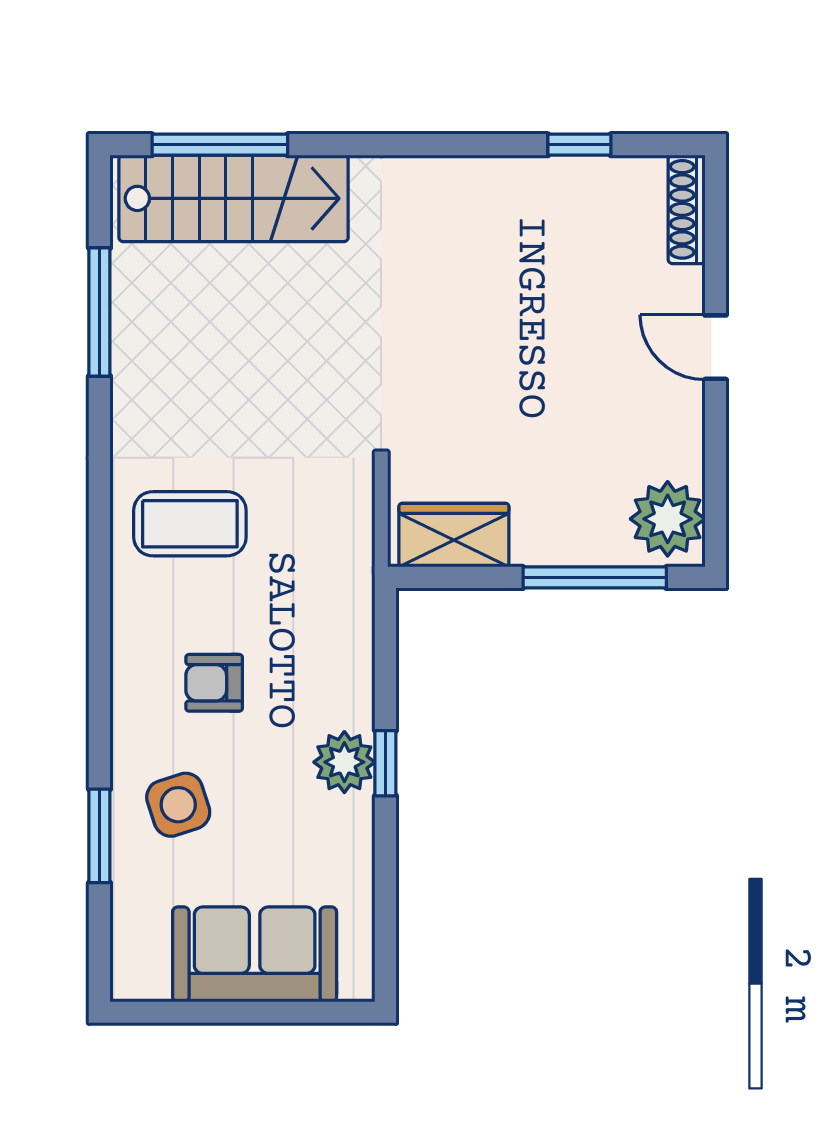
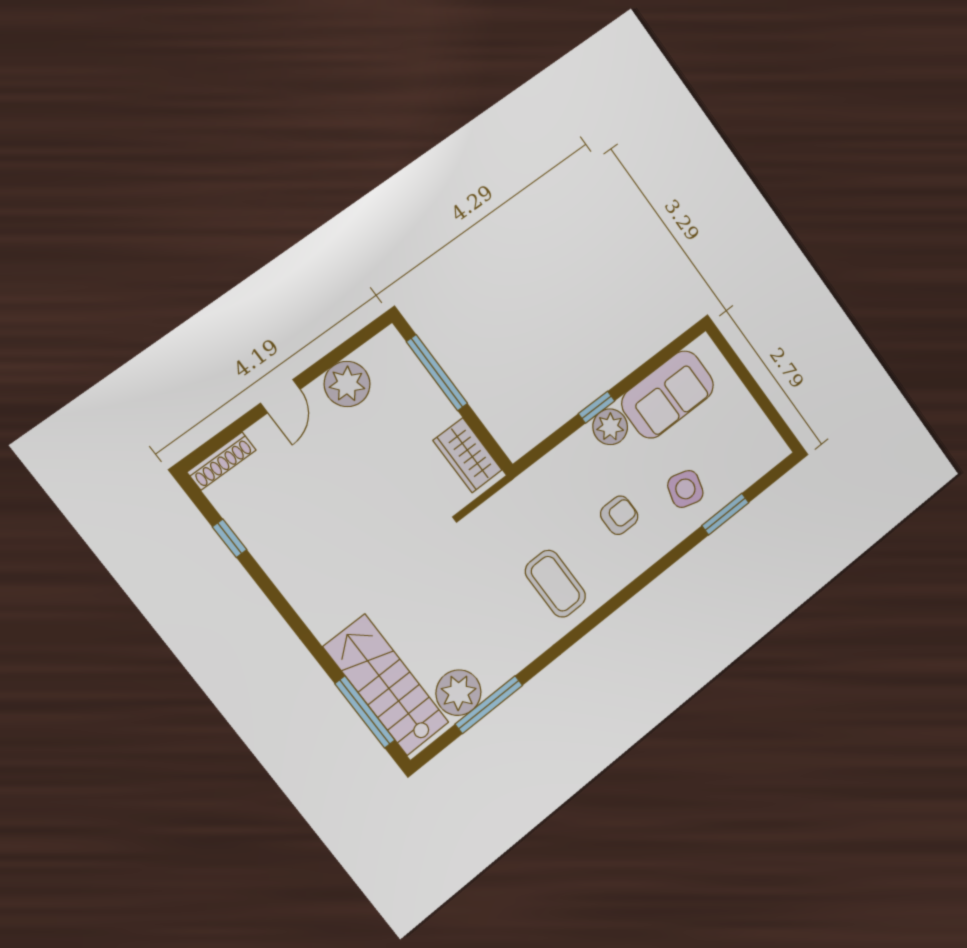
plant: (148, 284) -> (458, 693), added
plant: (668, 519) -> (347, 384), moved
armchair: (214, 683) -> (619, 515), turned -90
side table: (178, 805) -> (685, 489), turned 34
sofa: (255, 954) -> (668, 394), moved, turned -90

